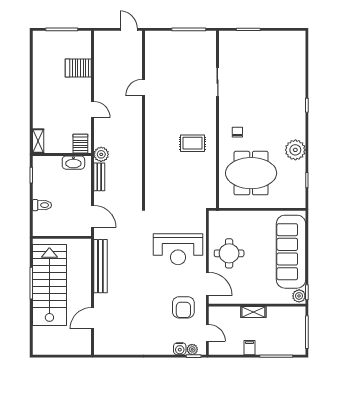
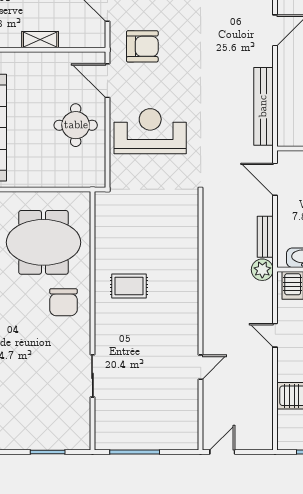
door: (129, 29) -> (222, 452), swing flipped
chair: (237, 132) -> (63, 302), width x1.87, depth x1.87
armchair: (183, 307) -> (142, 46), turned 90

